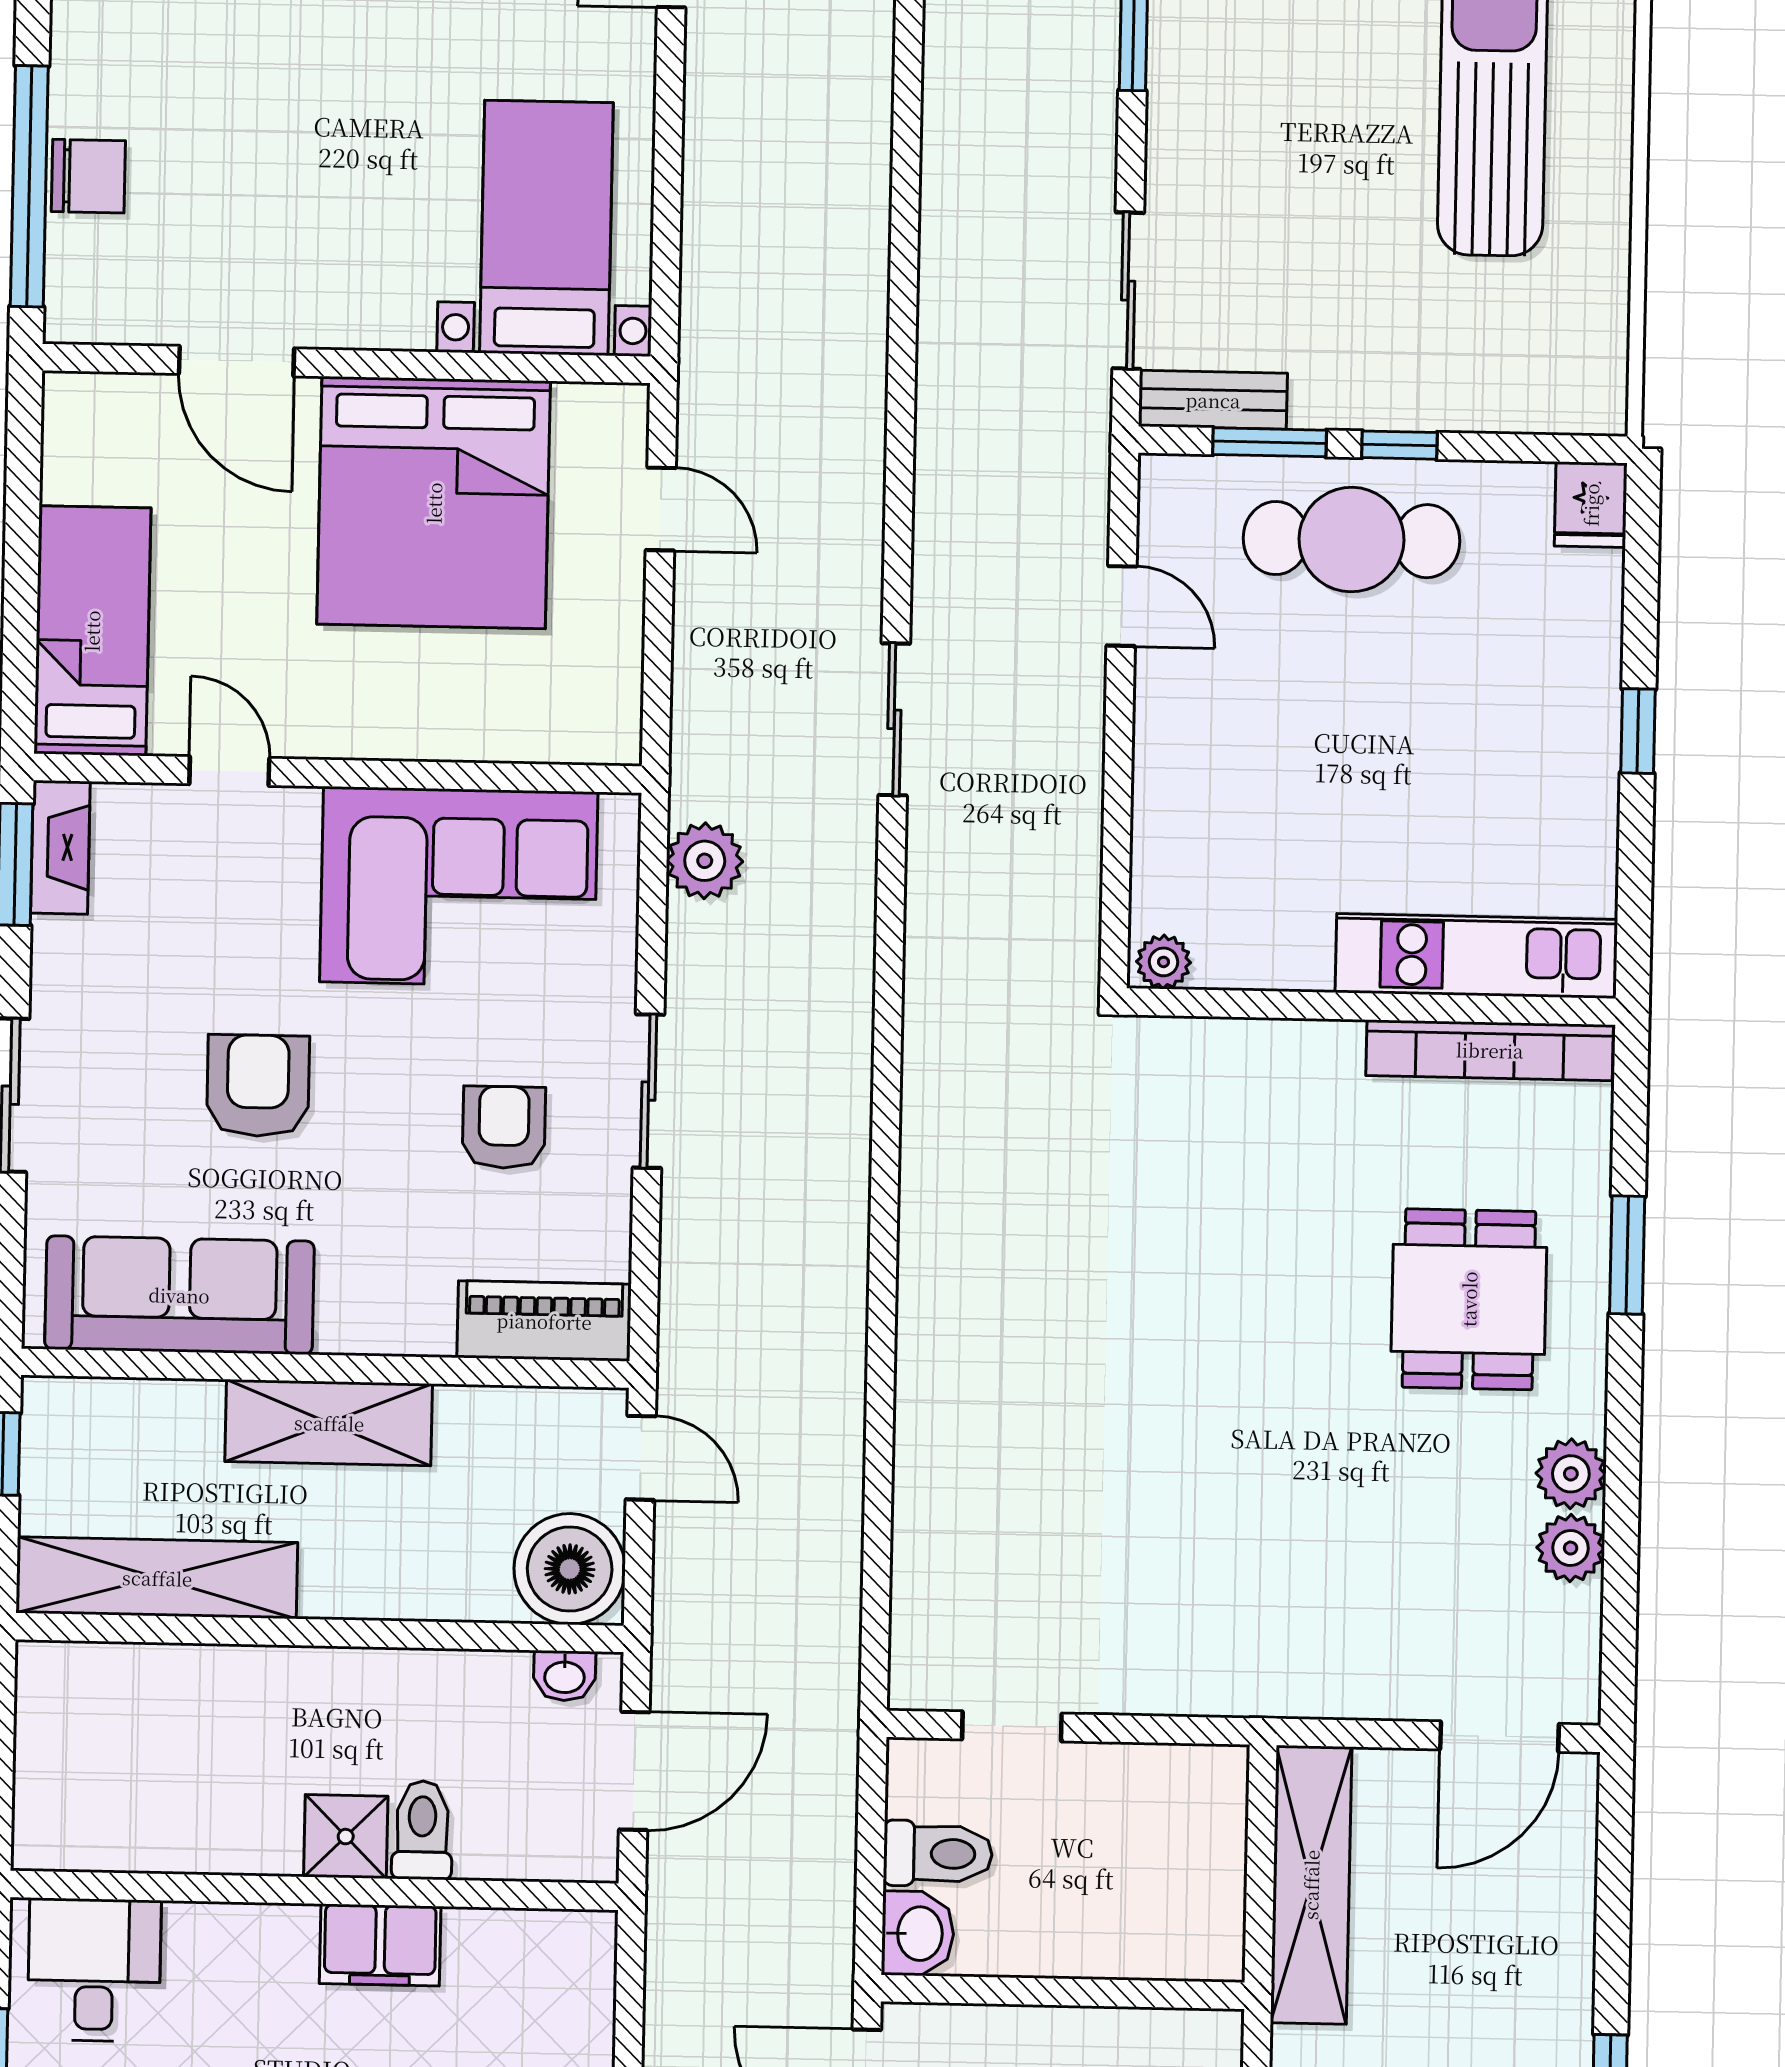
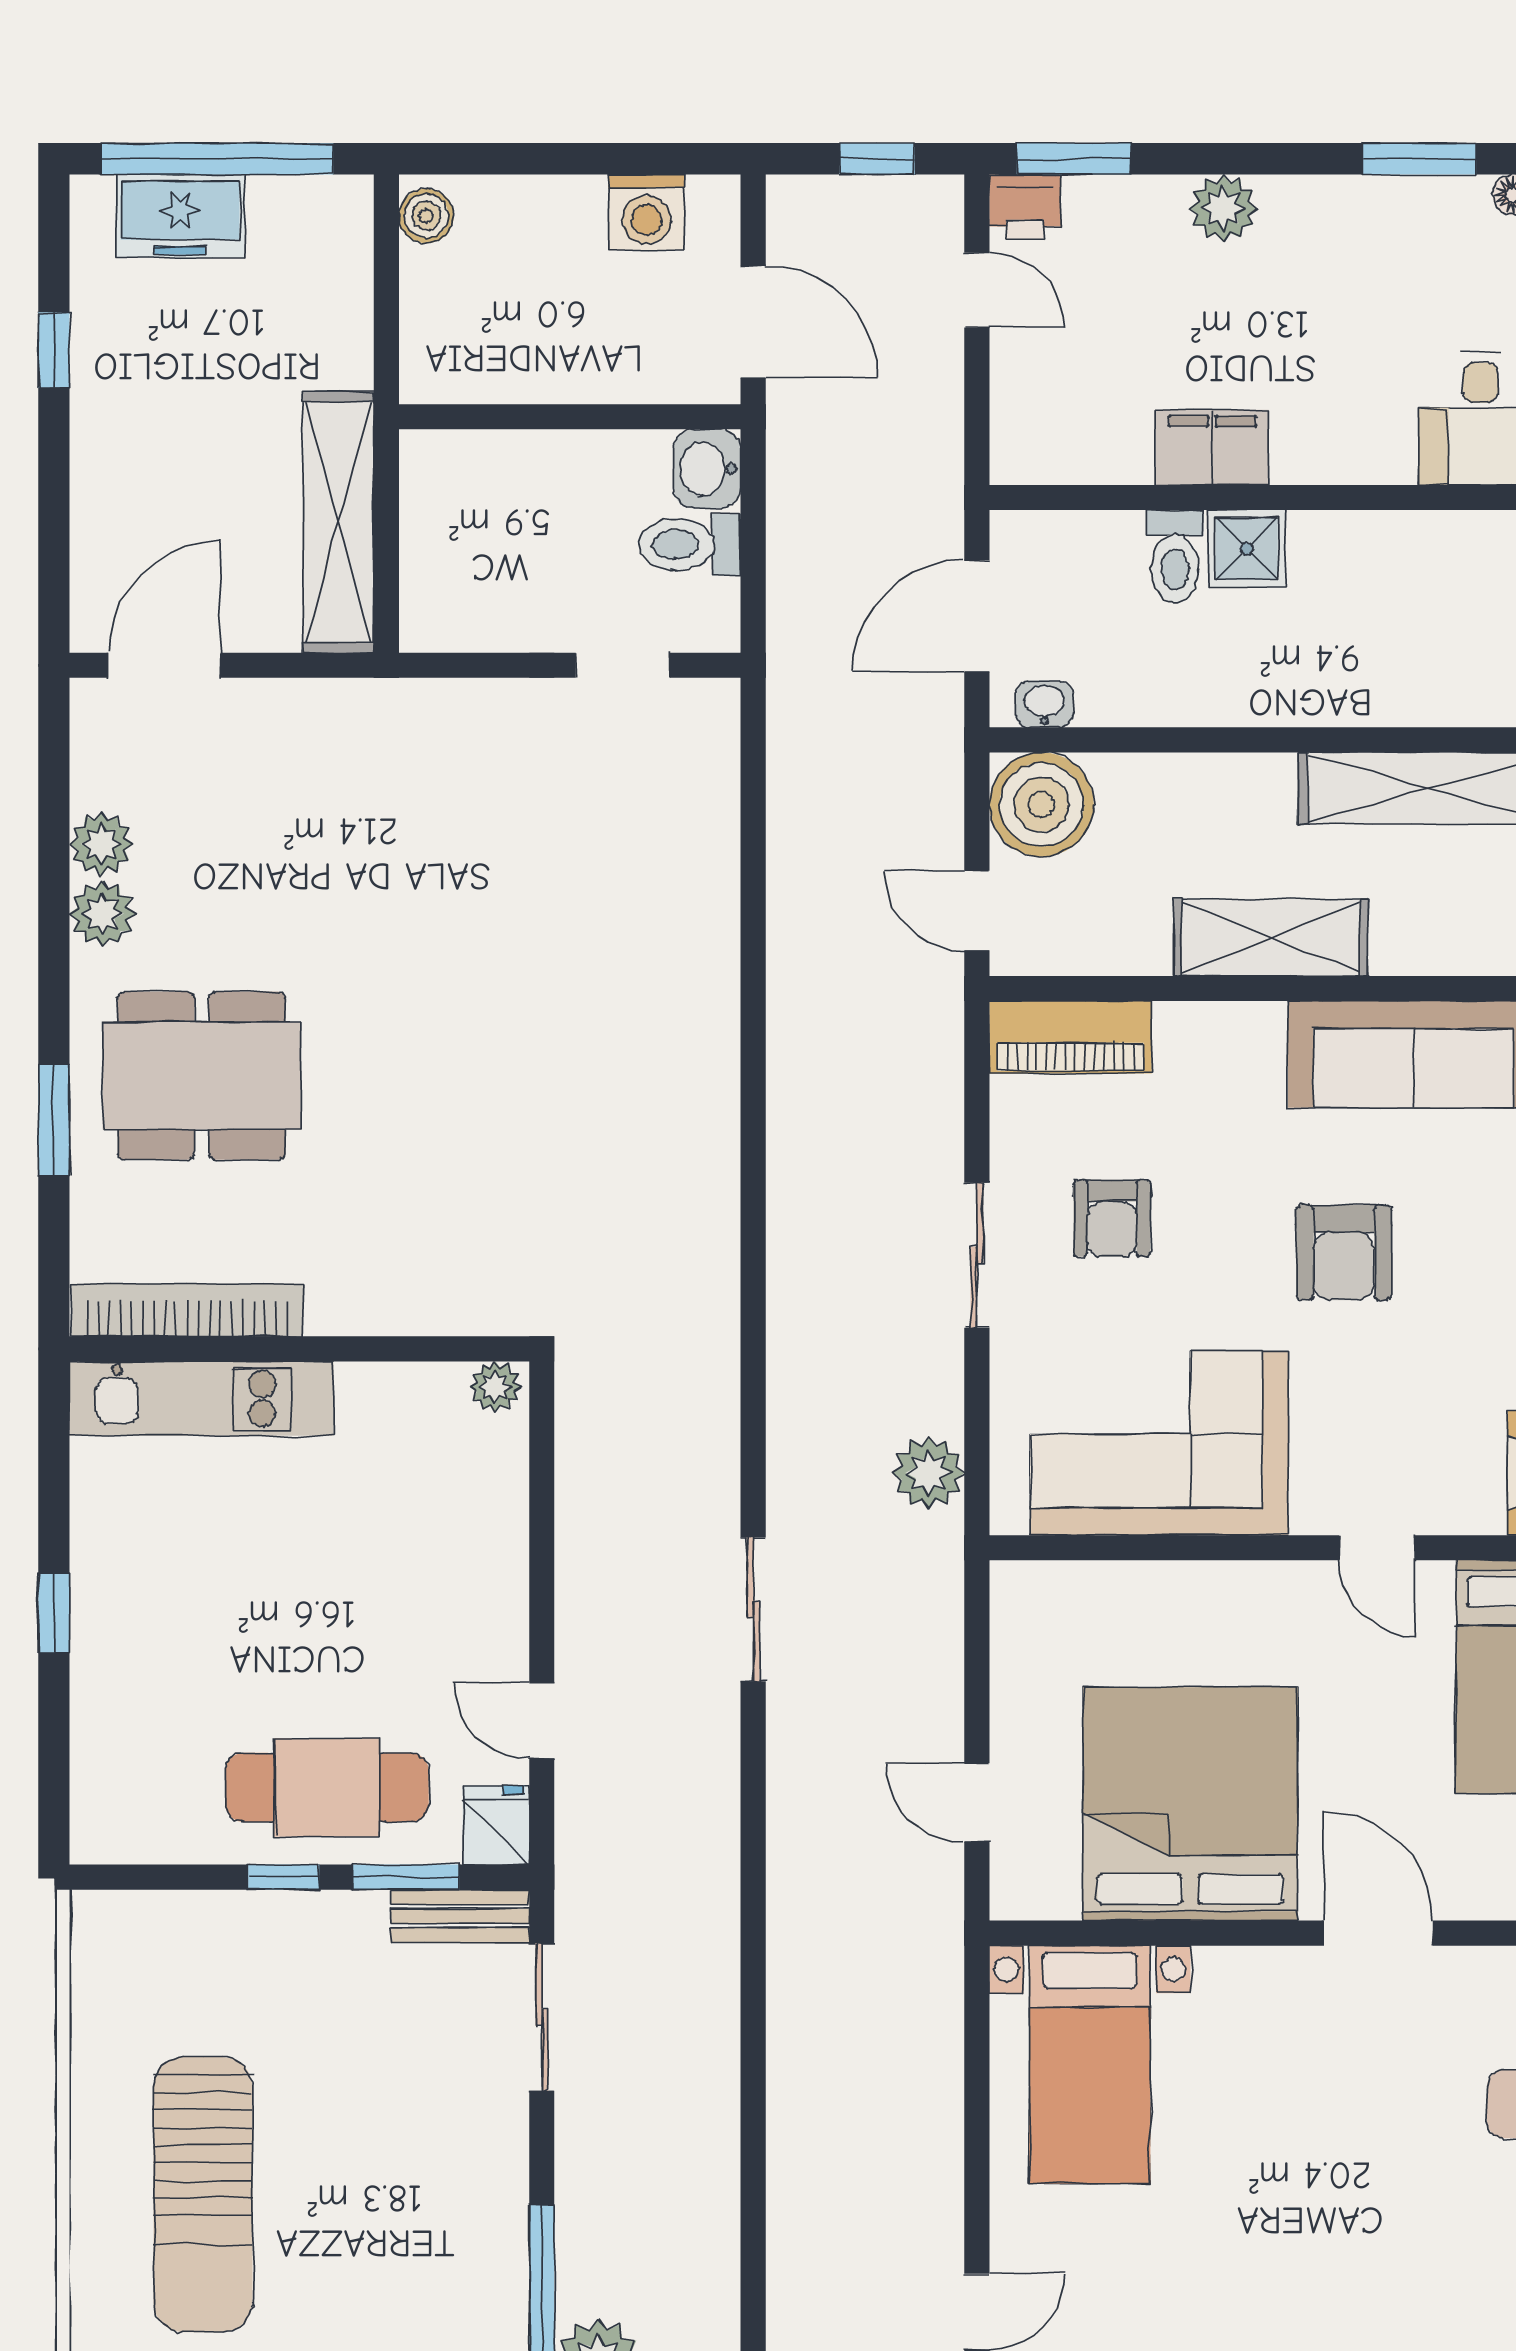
fridge: (1591, 505) -> (496, 1825), moved
dining table: (1469, 1299) -> (202, 1076), width x1.37

